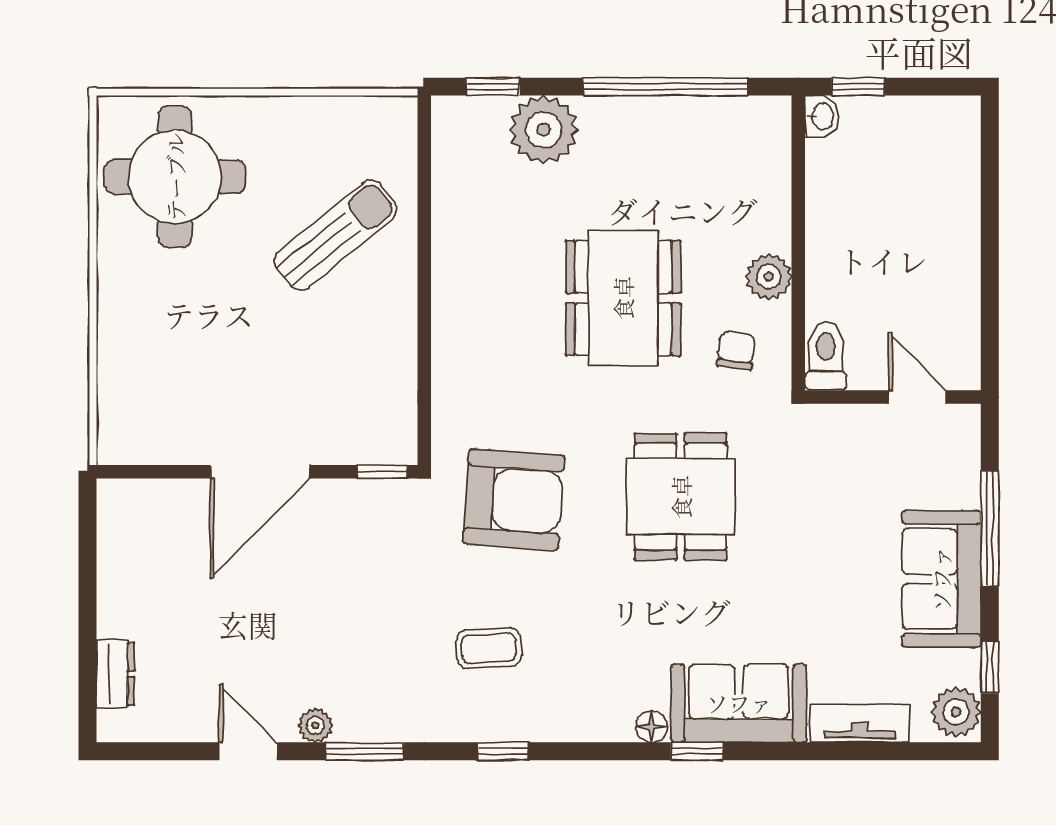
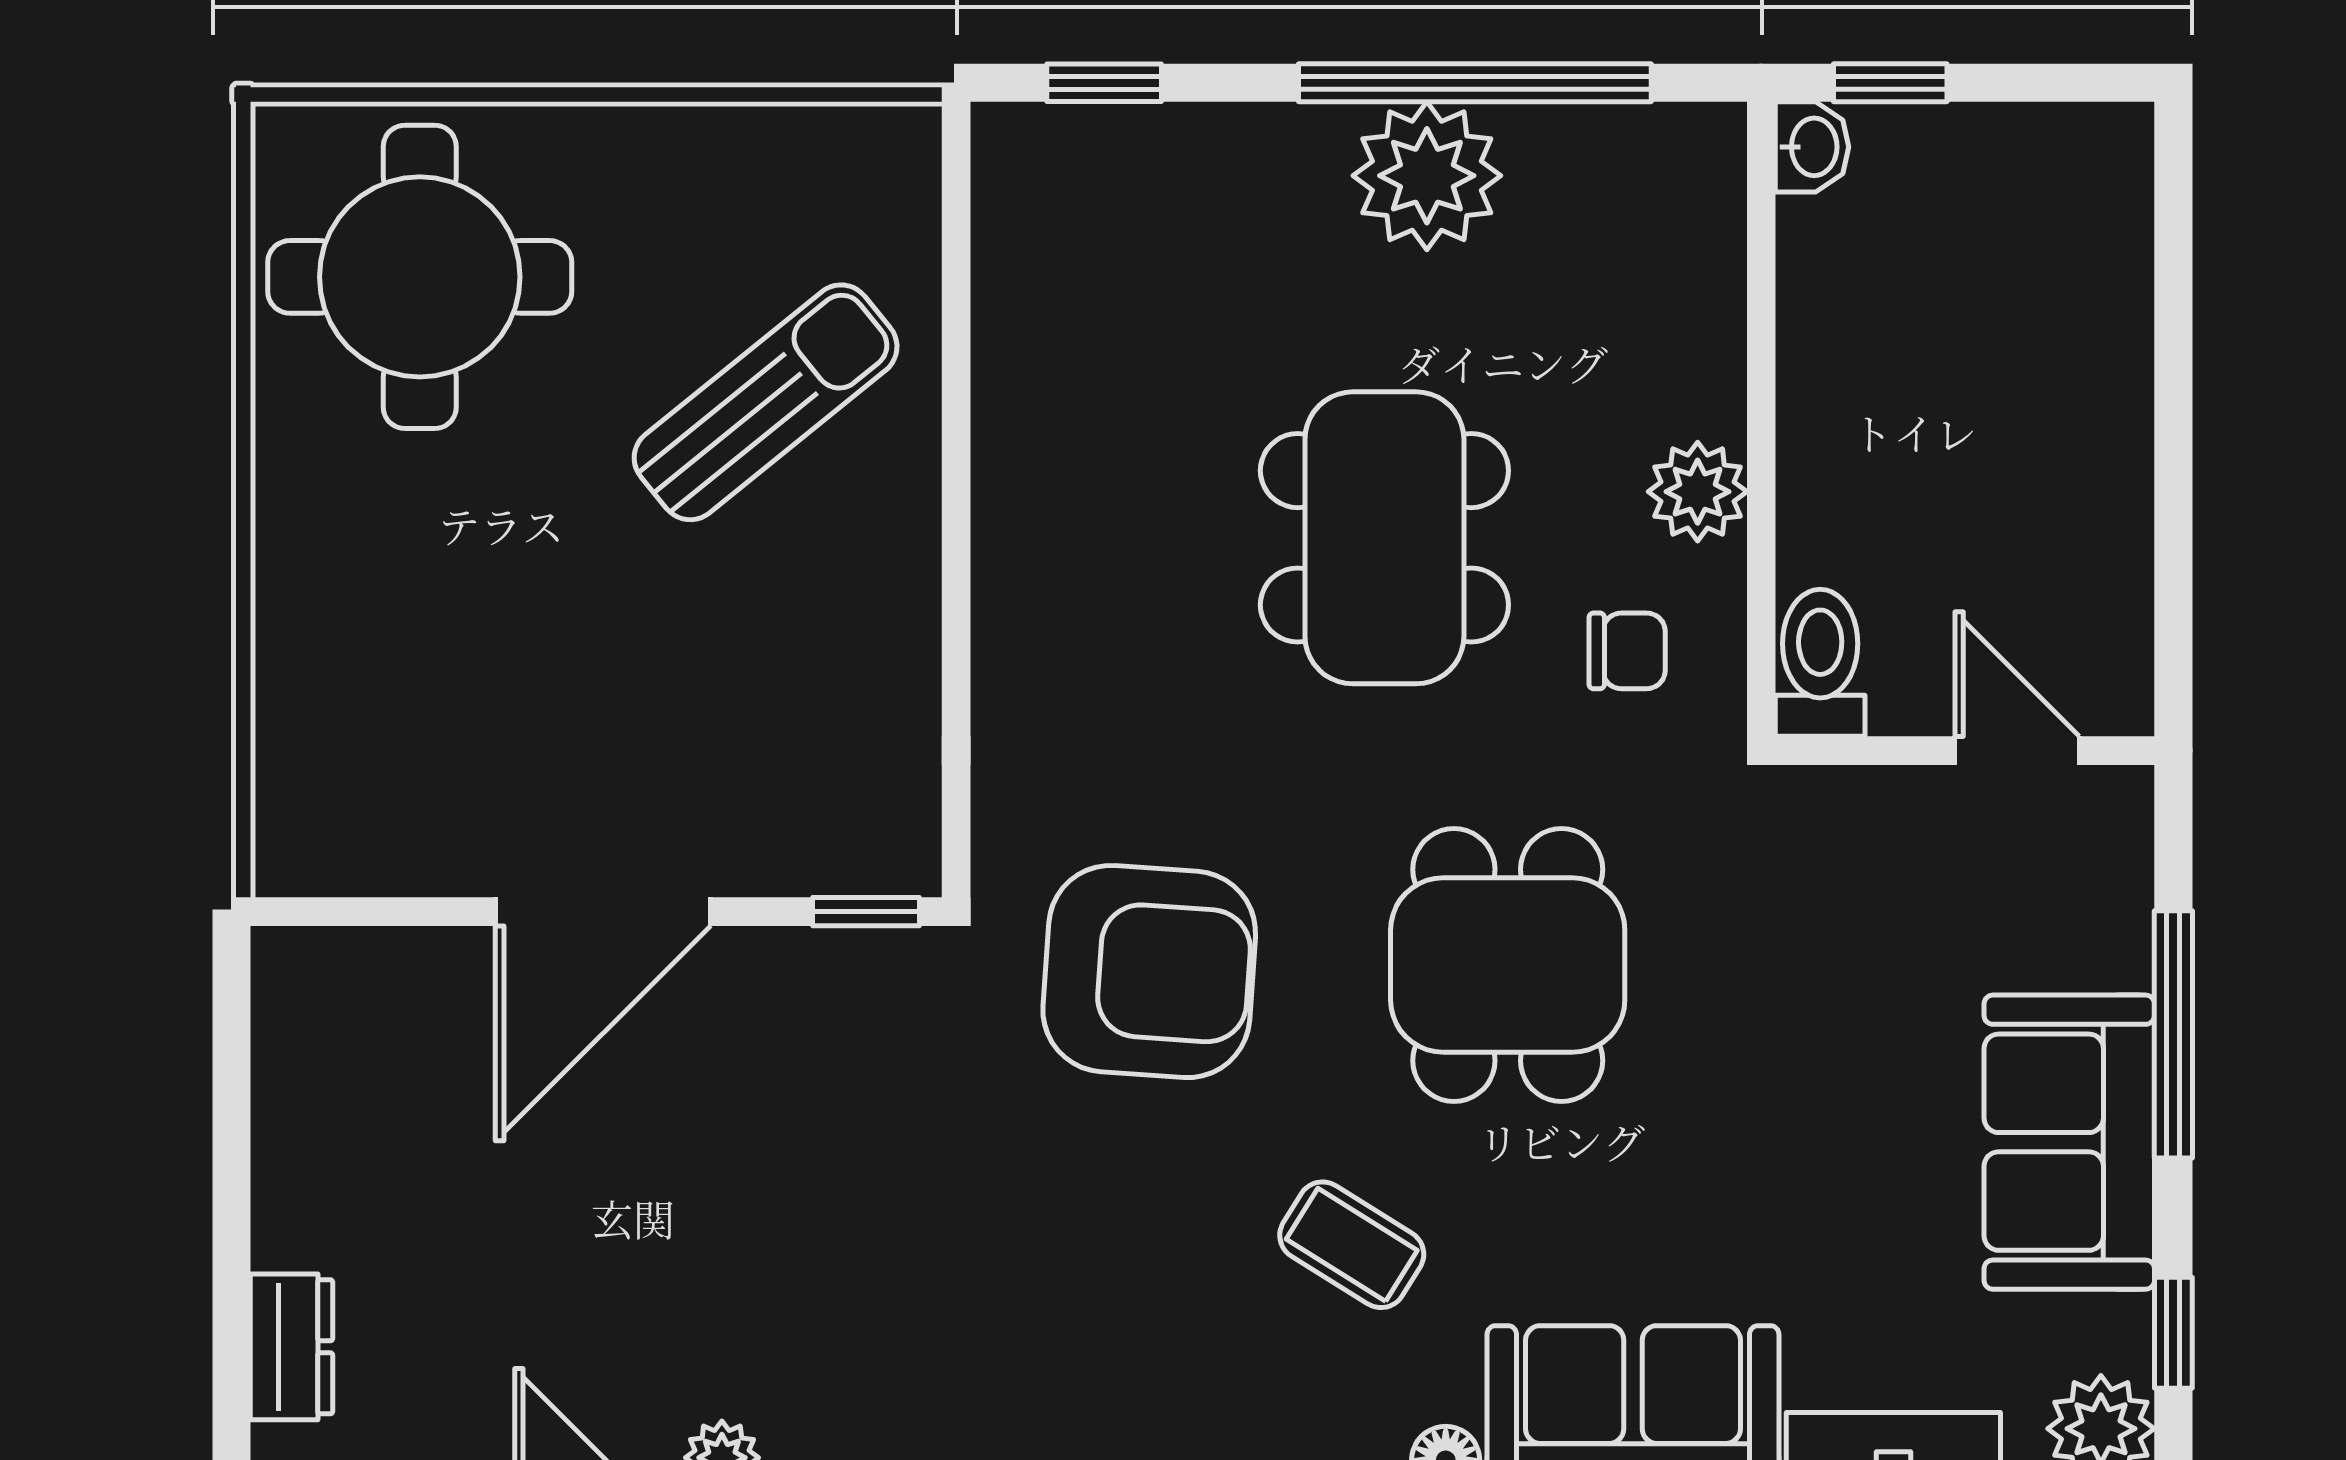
plant: (544, 130) -> (1427, 176), moved
chair: (736, 351) -> (1627, 651), turned 83
coffee table: (489, 648) -> (1352, 1245), moved, turned 35

